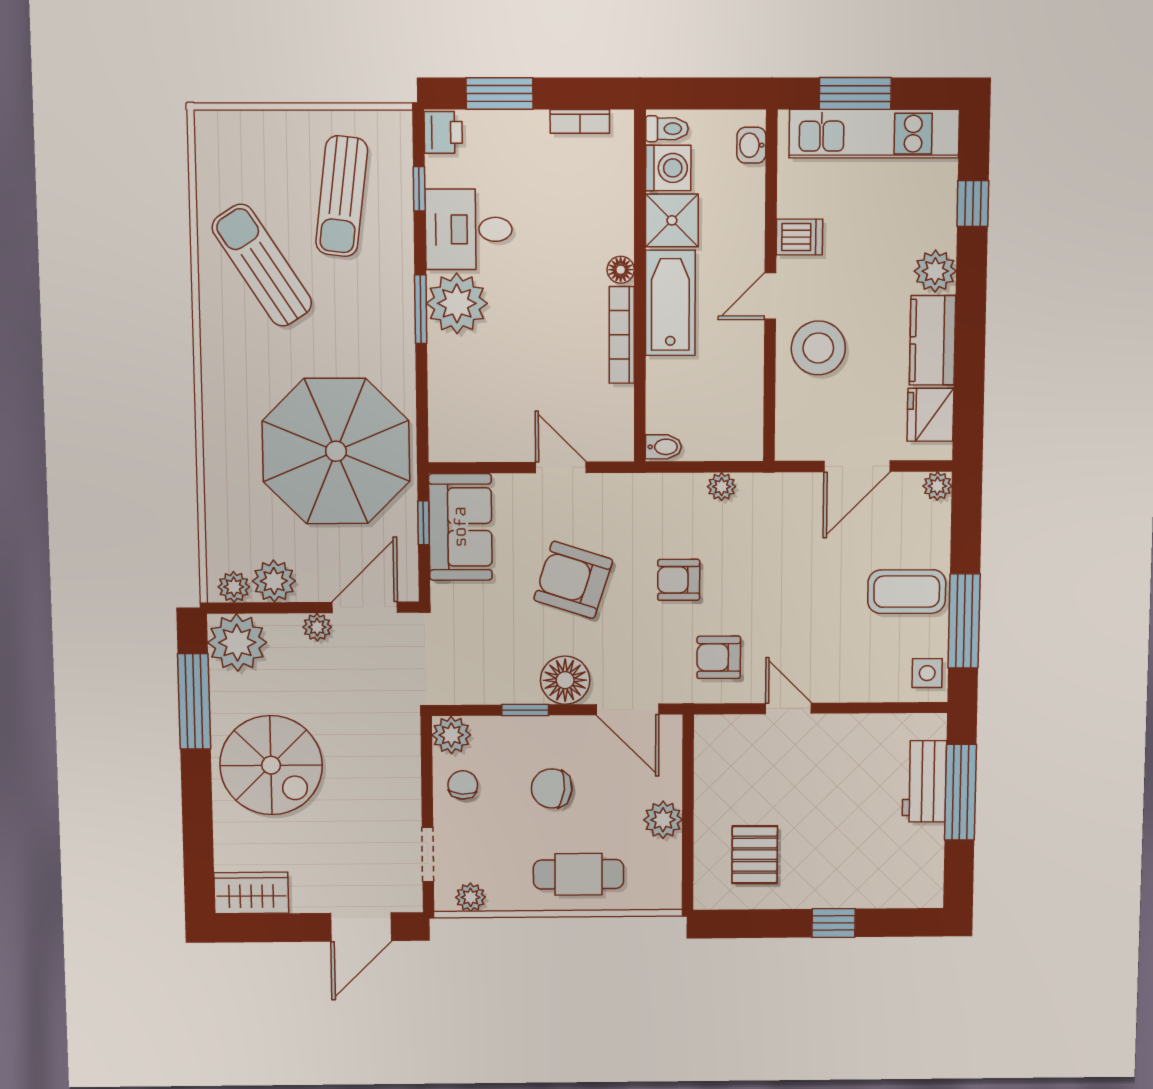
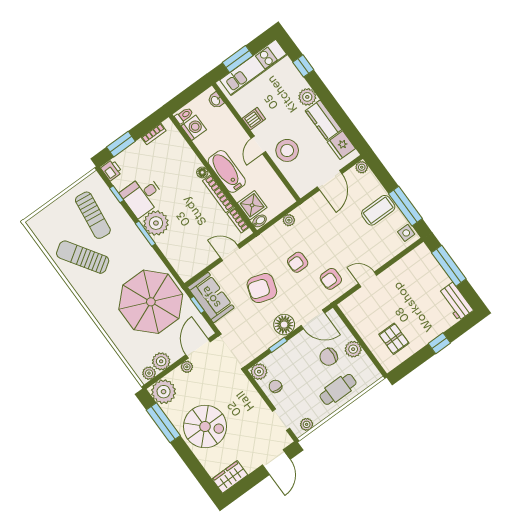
shower: (672, 220) -> (252, 205), moved
bookcase: (622, 416) -> (238, 220), added
workbench: (924, 781) -> (456, 301), moved
chair: (552, 788) -> (329, 357), moved

